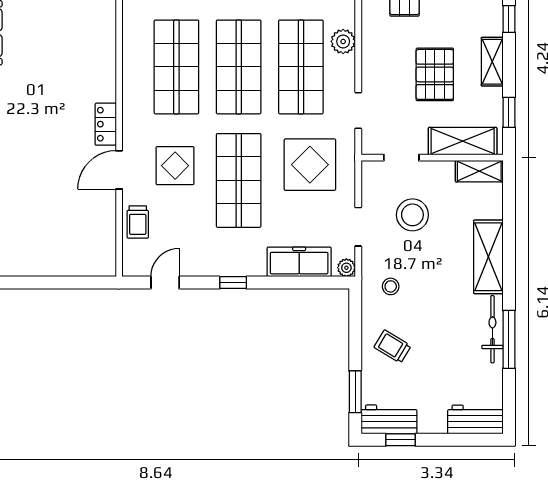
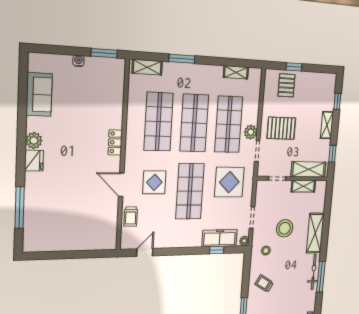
plant: (343, 41) -> (251, 132), moved
pallet: (435, 74) -> (281, 128), moved, turned 90
locker: (106, 124) -> (115, 142), moved
door: (119, 170) -> (121, 185), hinge flipped
shelving: (479, 171) -> (303, 186), moved
stool: (412, 215) -> (285, 228), moved
window: (233, 283) -> (217, 250), moved

